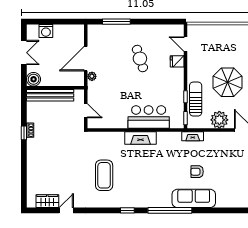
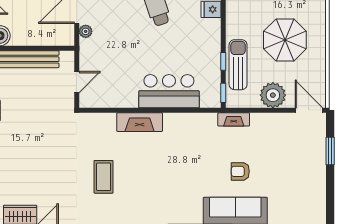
door: (86, 111) -> (77, 82), hinge flipped
fireplace: (140, 138) -> (140, 122), moved
coffee table: (104, 175) -> (104, 177), width x0.73, depth x0.76

